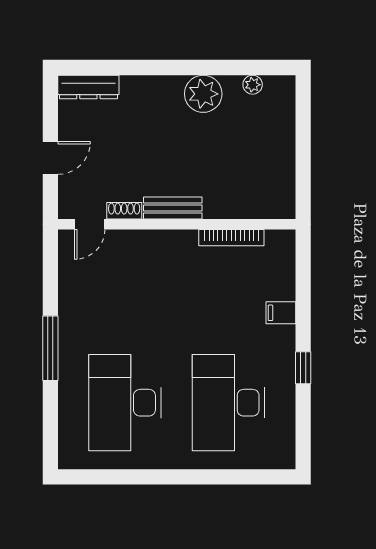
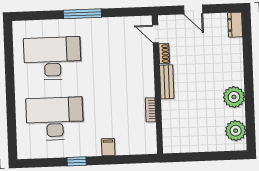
plant: (253, 85) -> (236, 131), width x1.87, depth x1.87
dresser: (88, 87) -> (235, 25), width x0.70
bookcase: (231, 238) -> (151, 110), width x0.64

